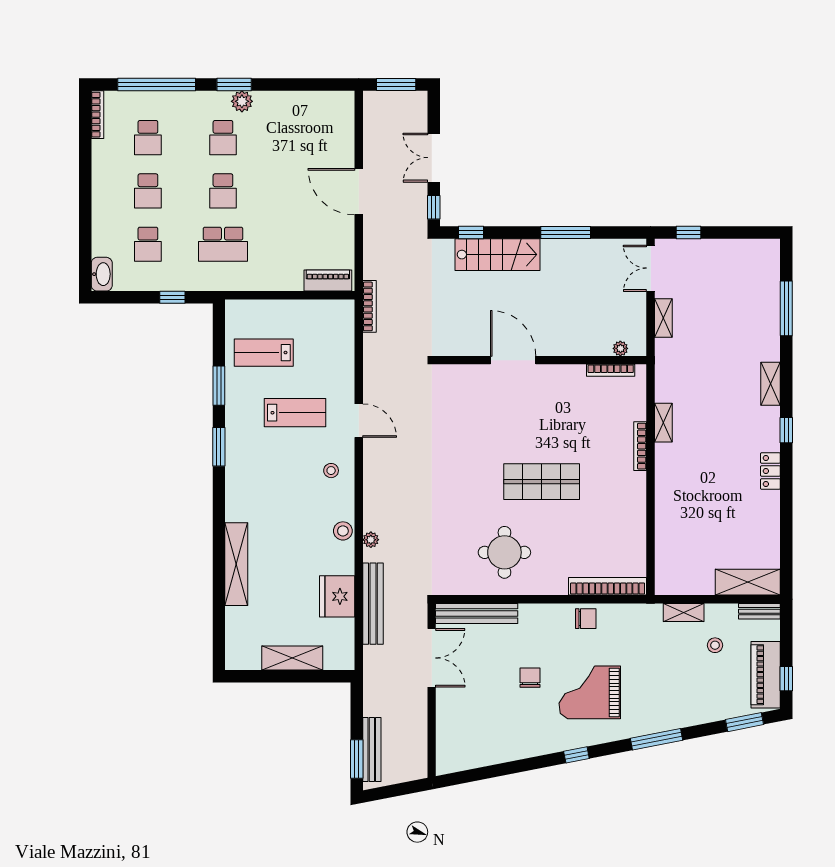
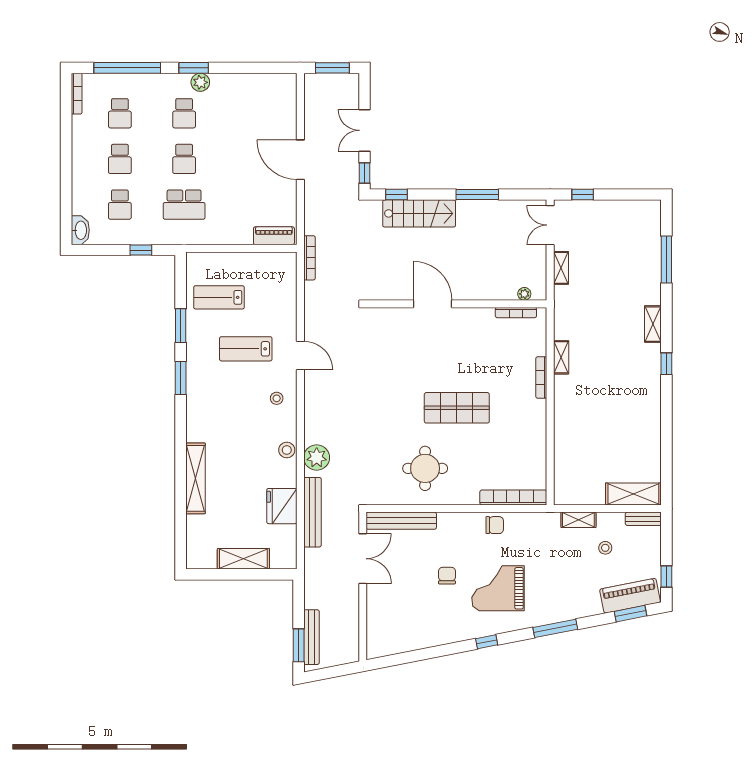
lab bench: (295, 413) -> (246, 349), turned 180
locker: (770, 471) -> (653, 399), removed
plant: (371, 540) -> (317, 458), width x1.87, depth x1.87
piano: (766, 675) -> (630, 596), moved, turned 79

